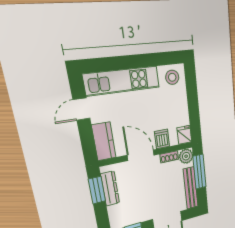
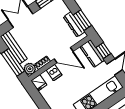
window: (87, 139) -> (103, 51), added

